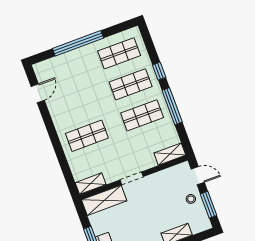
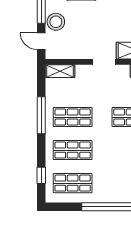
window: (159, 71) -> (41, 175), moved
stool: (191, 199) -> (56, 22), width x1.89, depth x1.89

